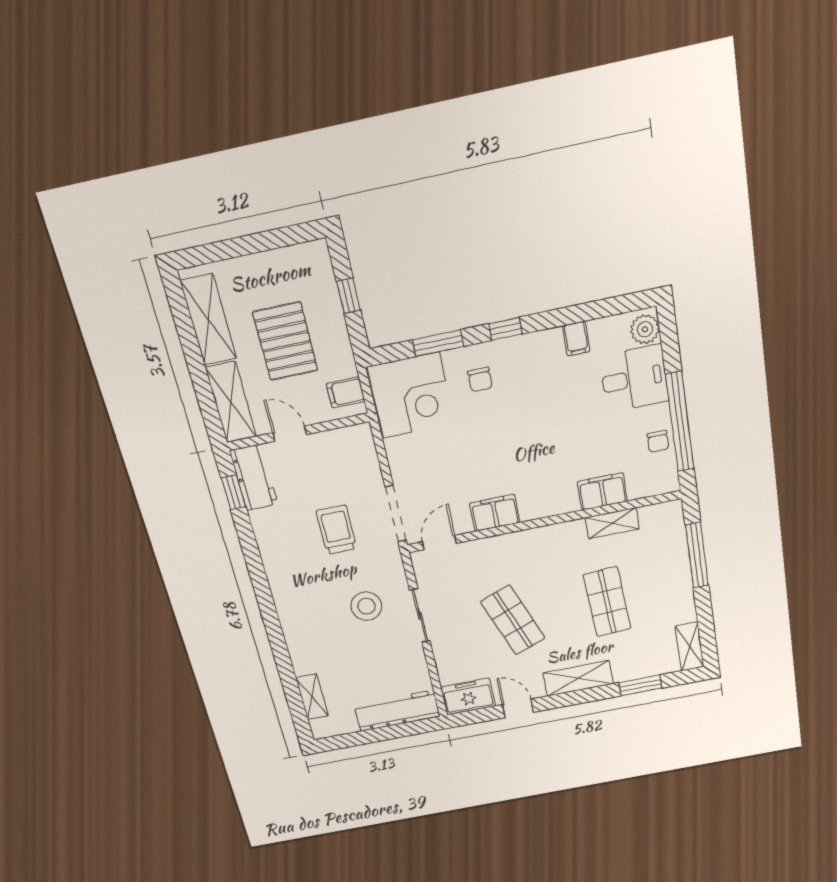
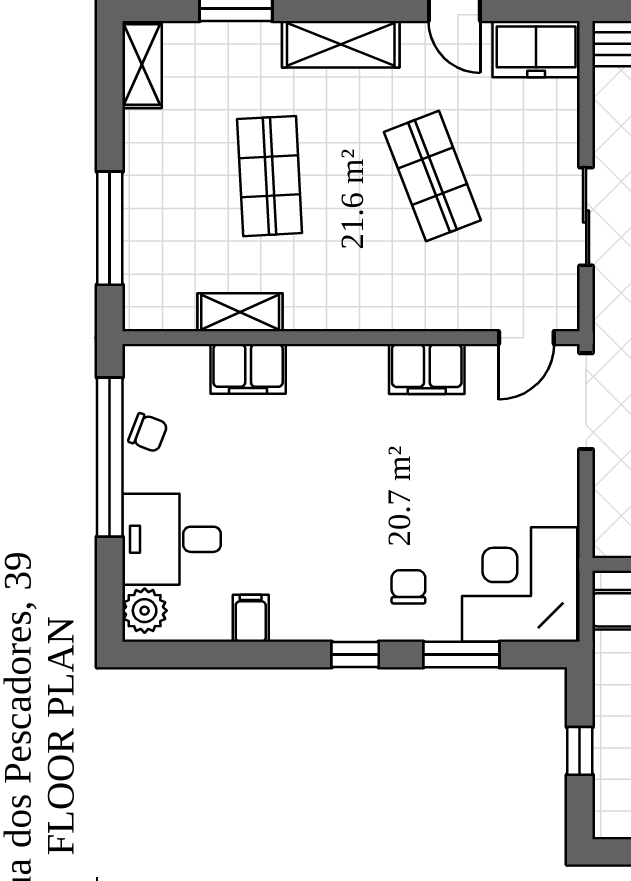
chair: (658, 441) -> (148, 433), turned 111

